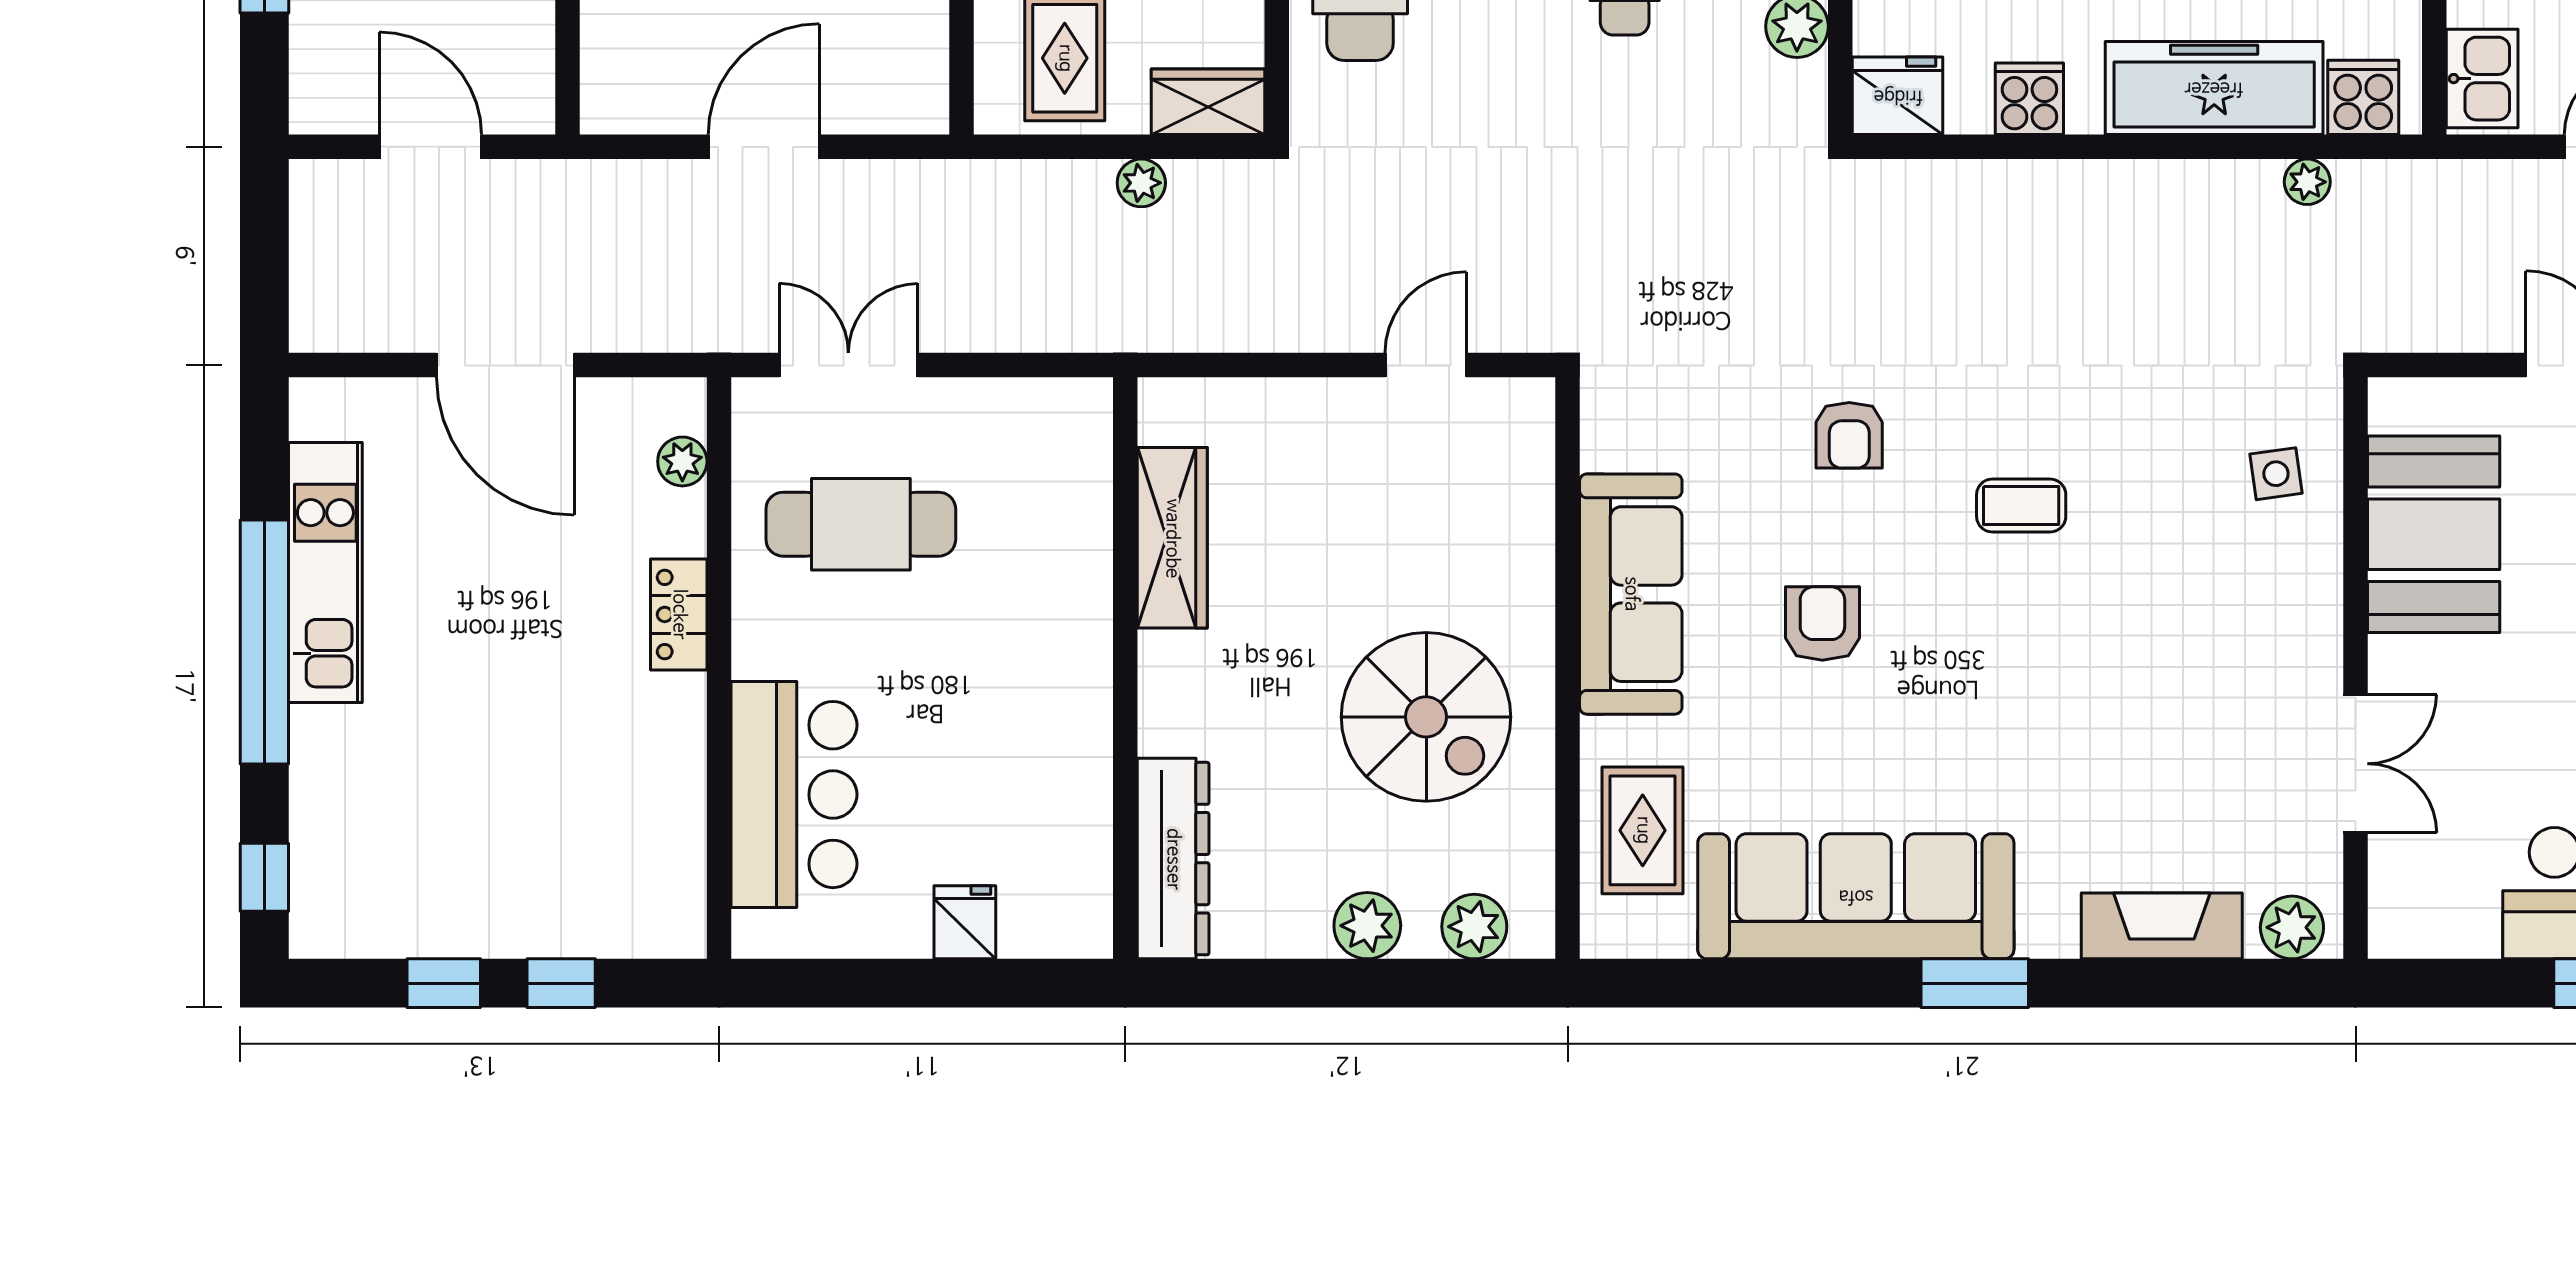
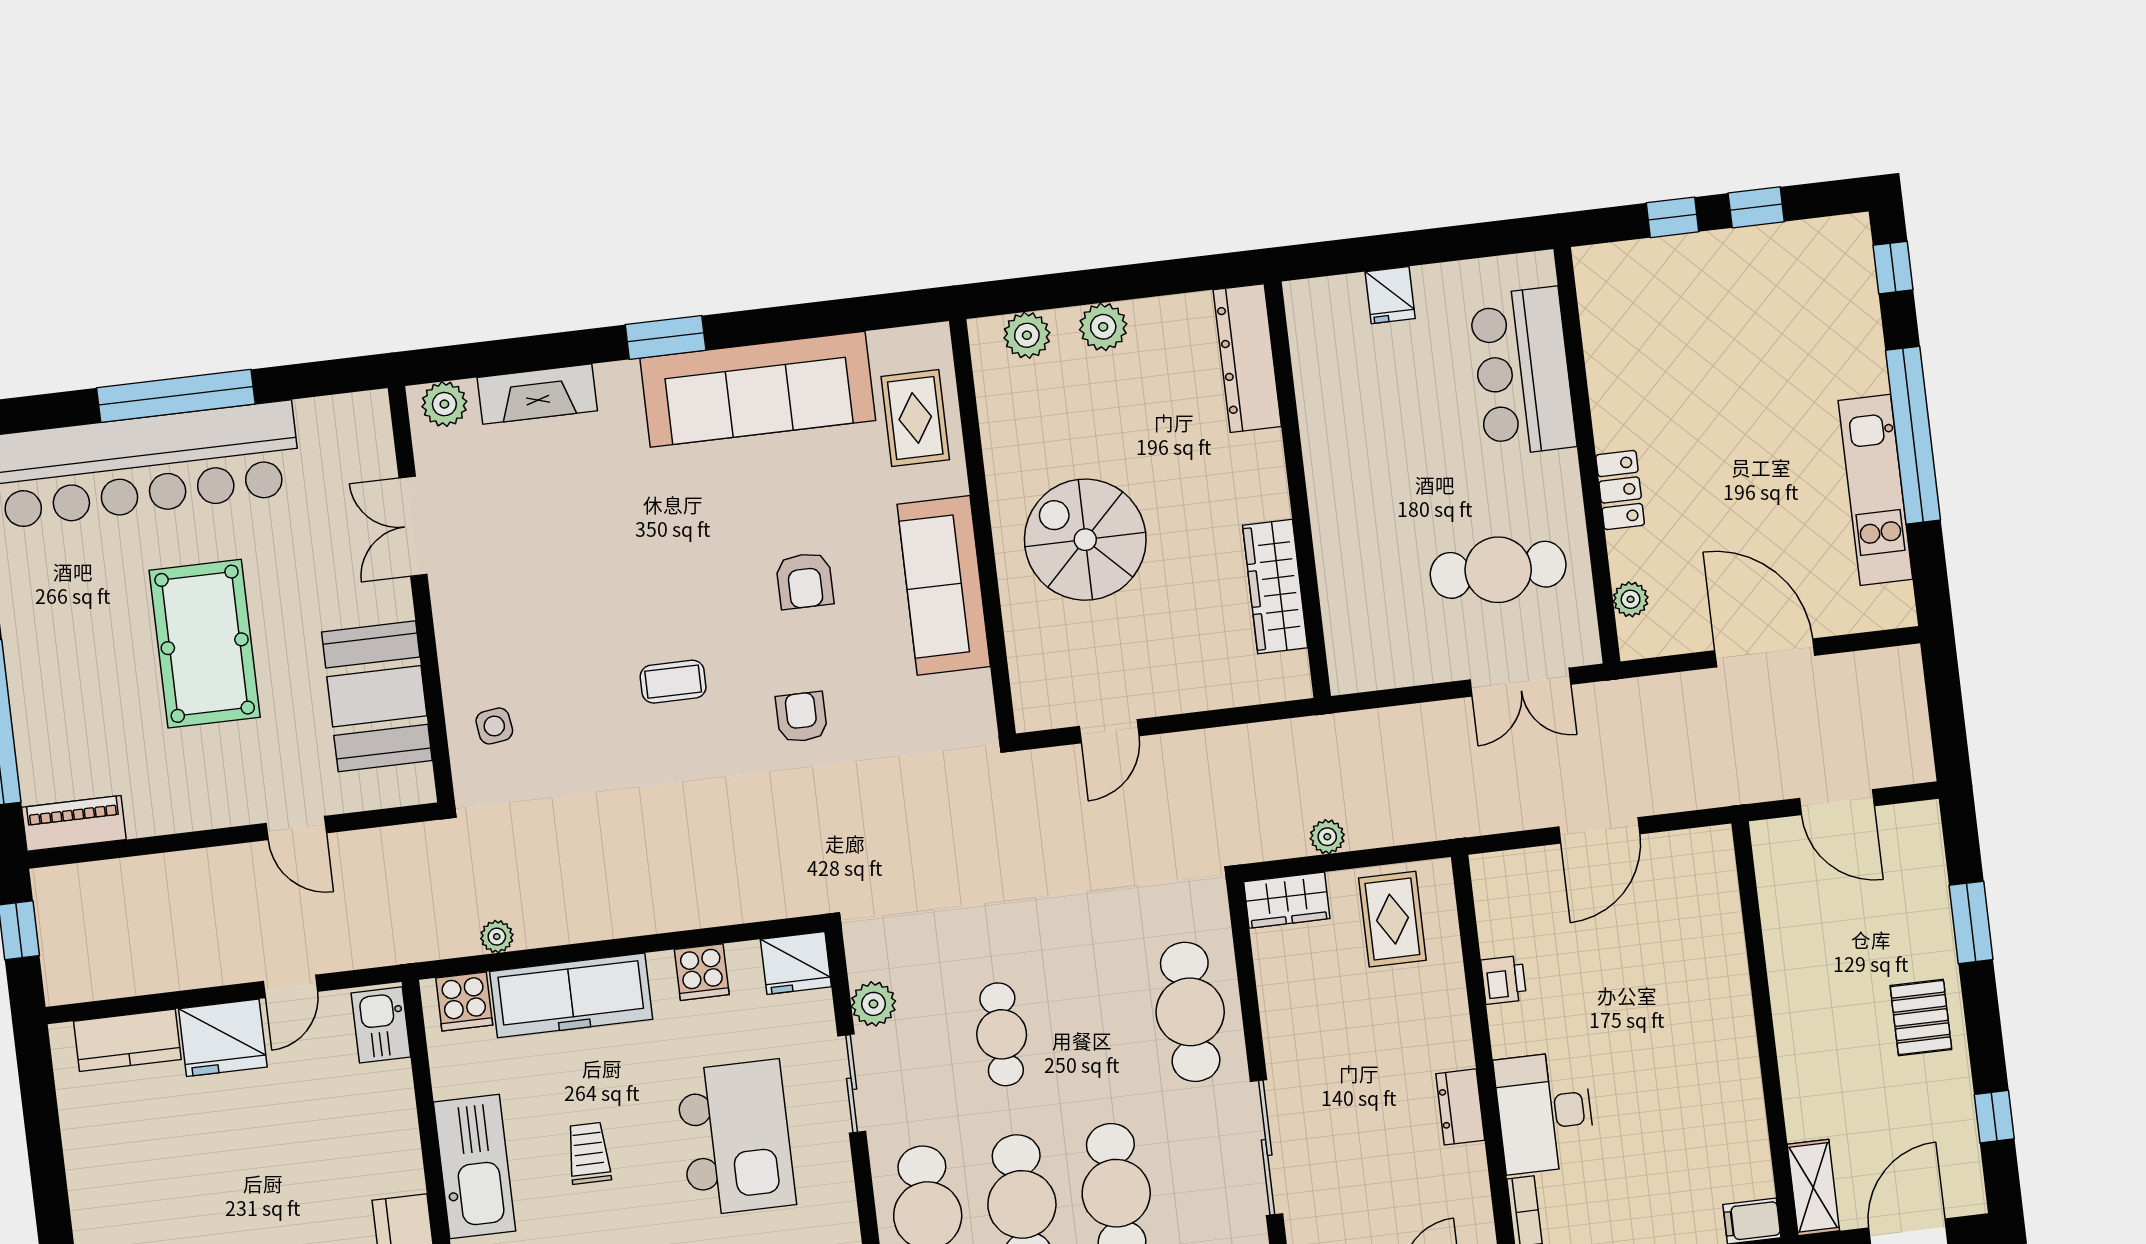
spiral stairs: (1426, 717) -> (1085, 540), moved

